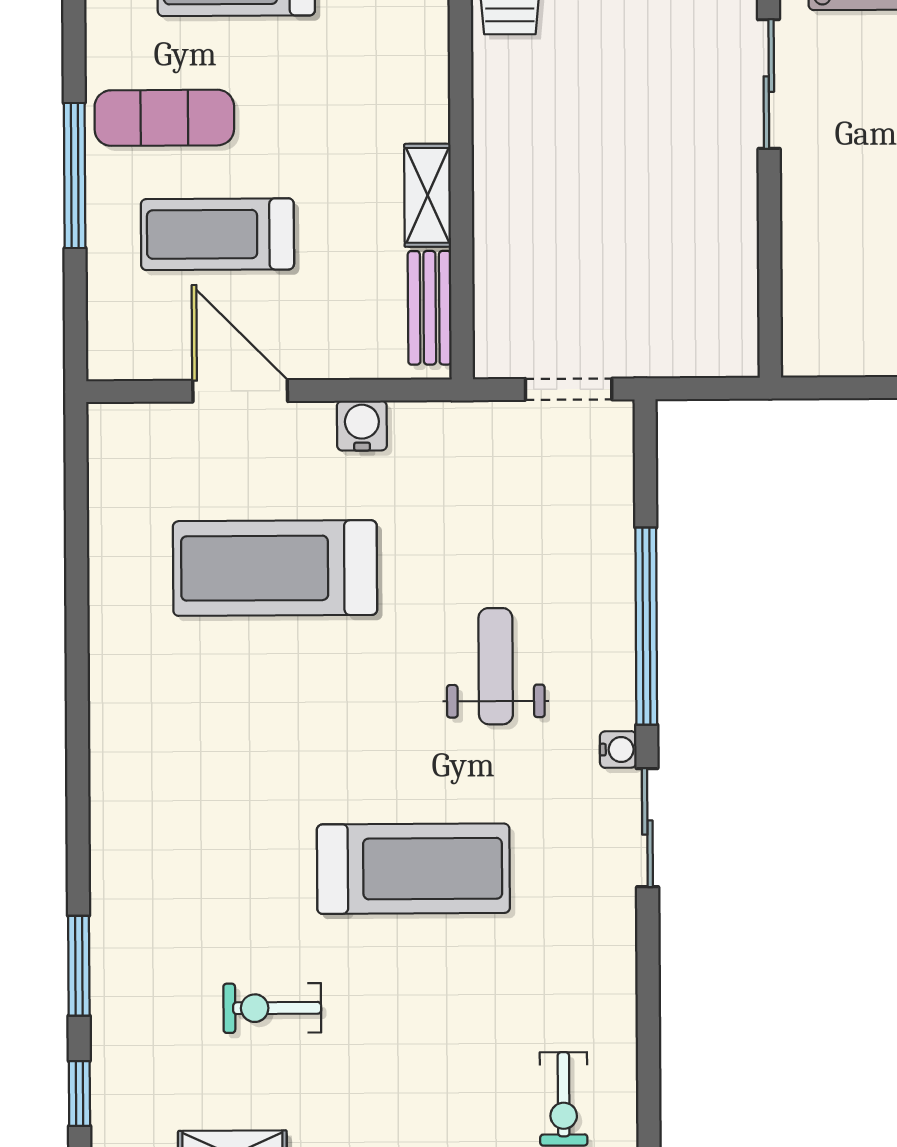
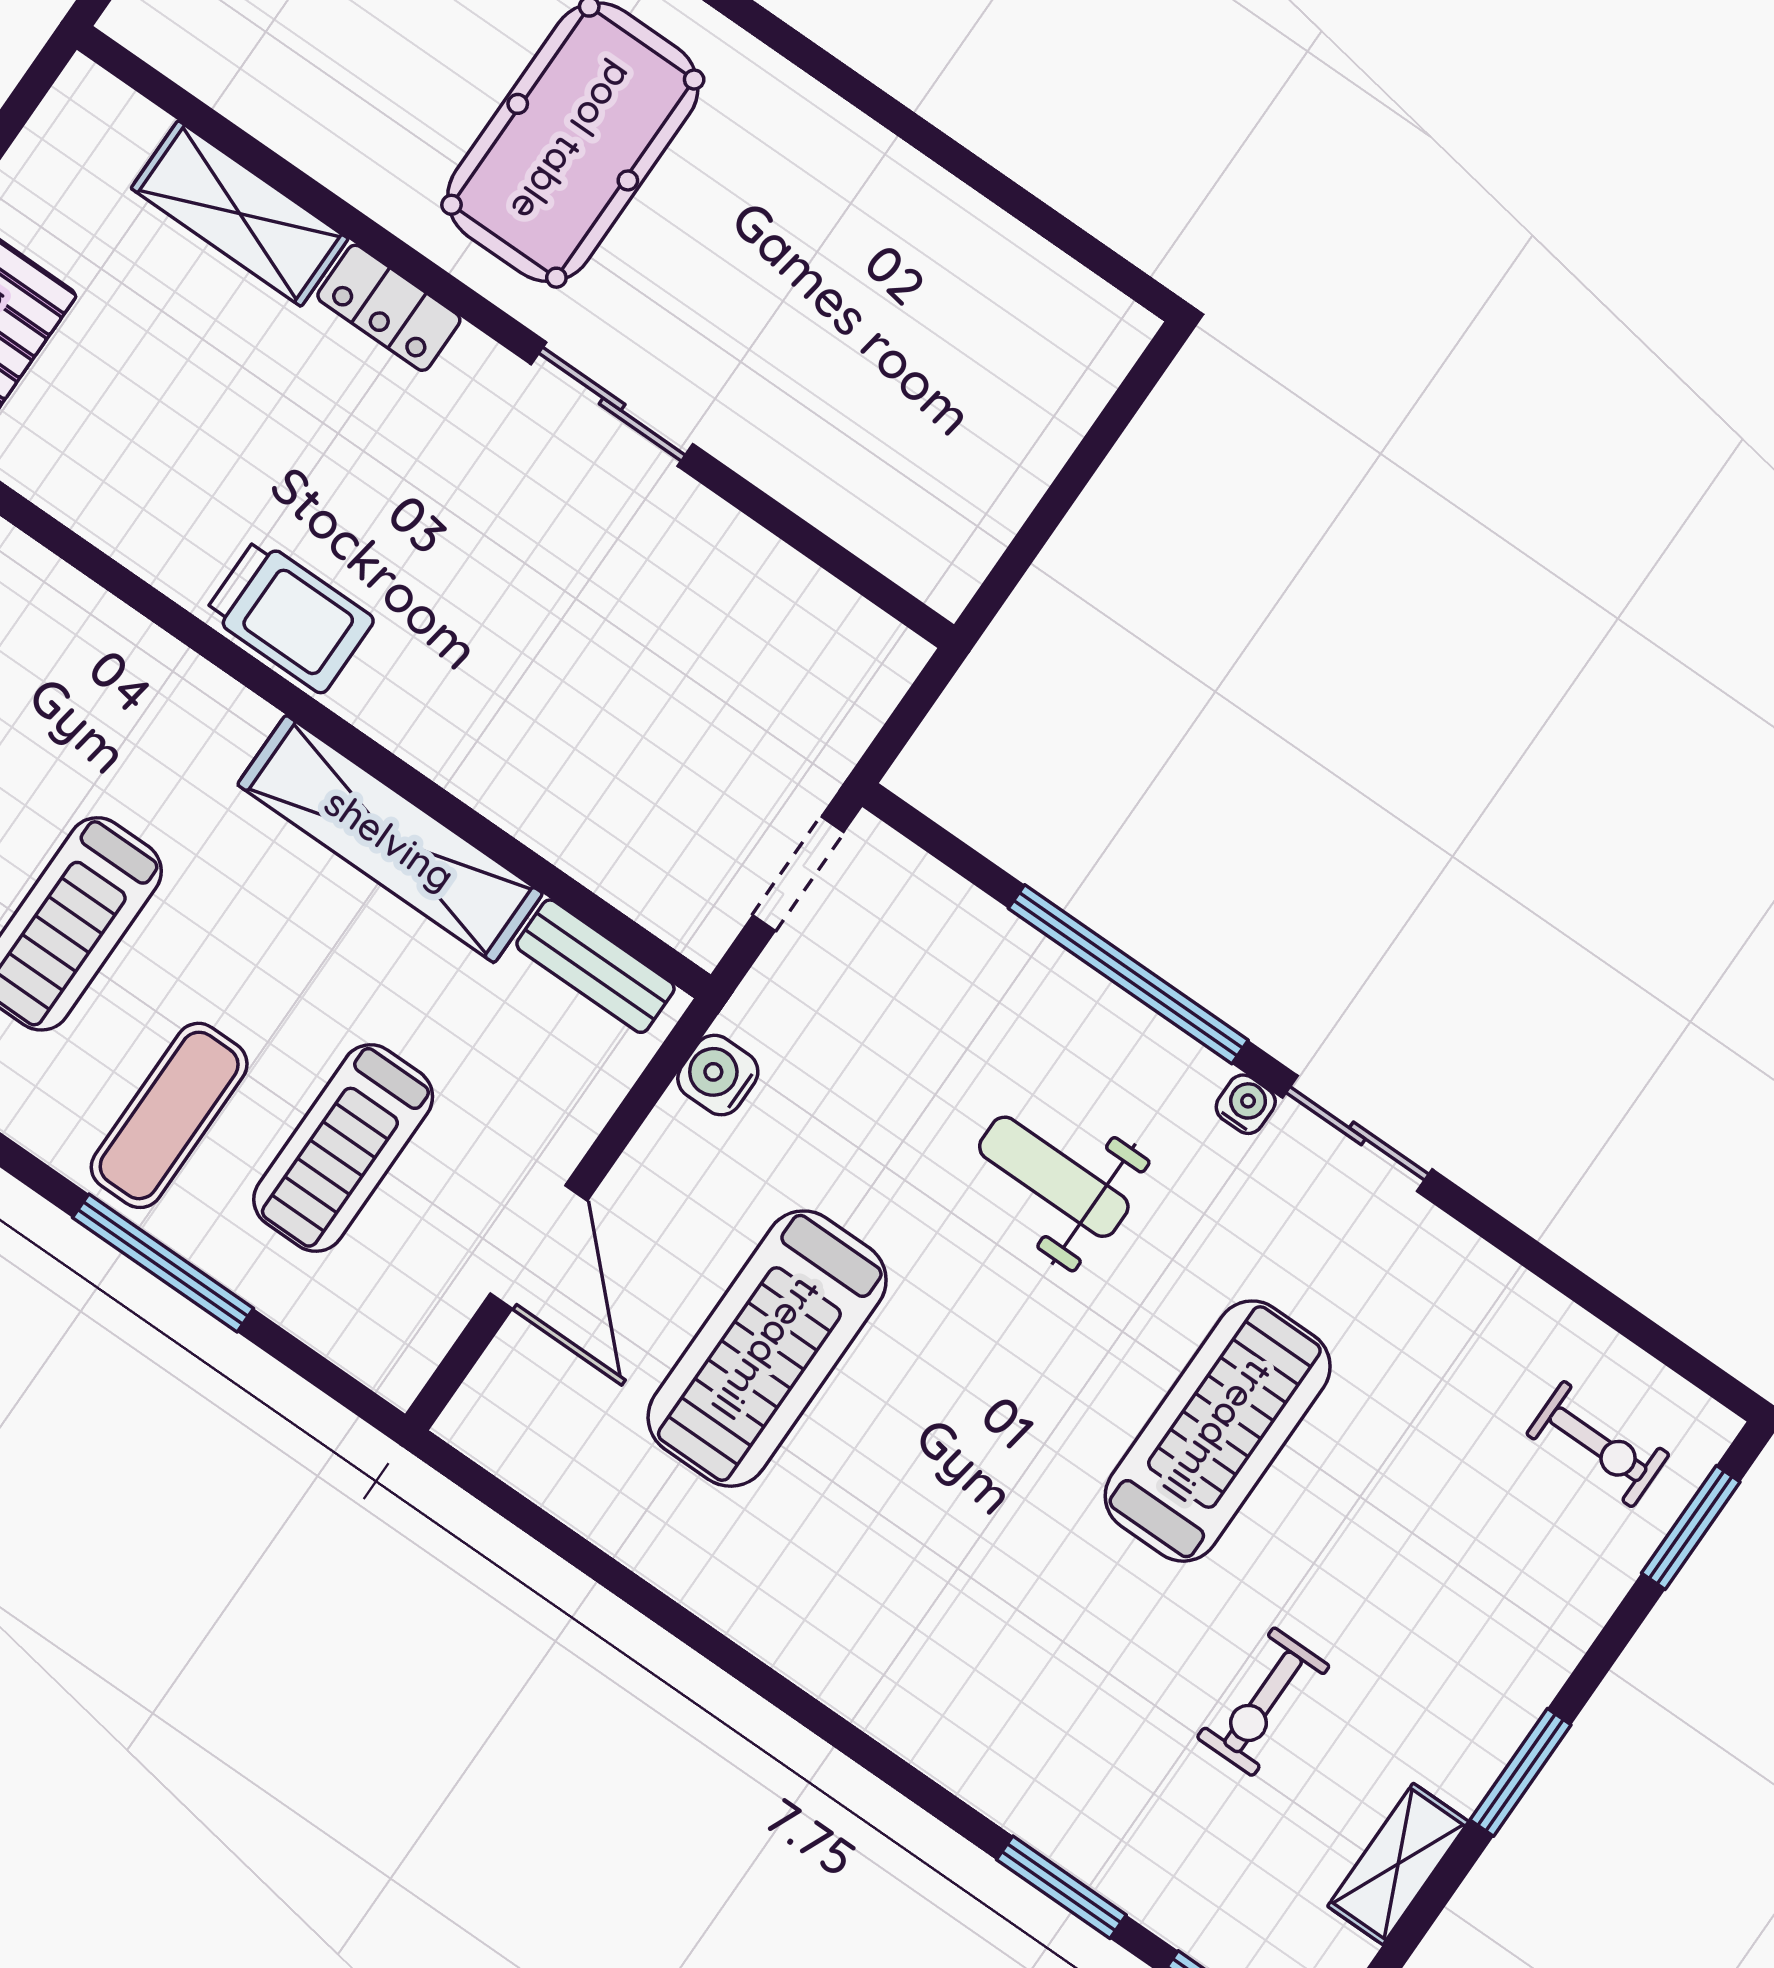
shelving: (428, 195) -> (390, 839), width x2.20, depth x1.33
door: (240, 391) -> (539, 1247), swing flipped
water cooler: (362, 426) -> (718, 1075), moved

